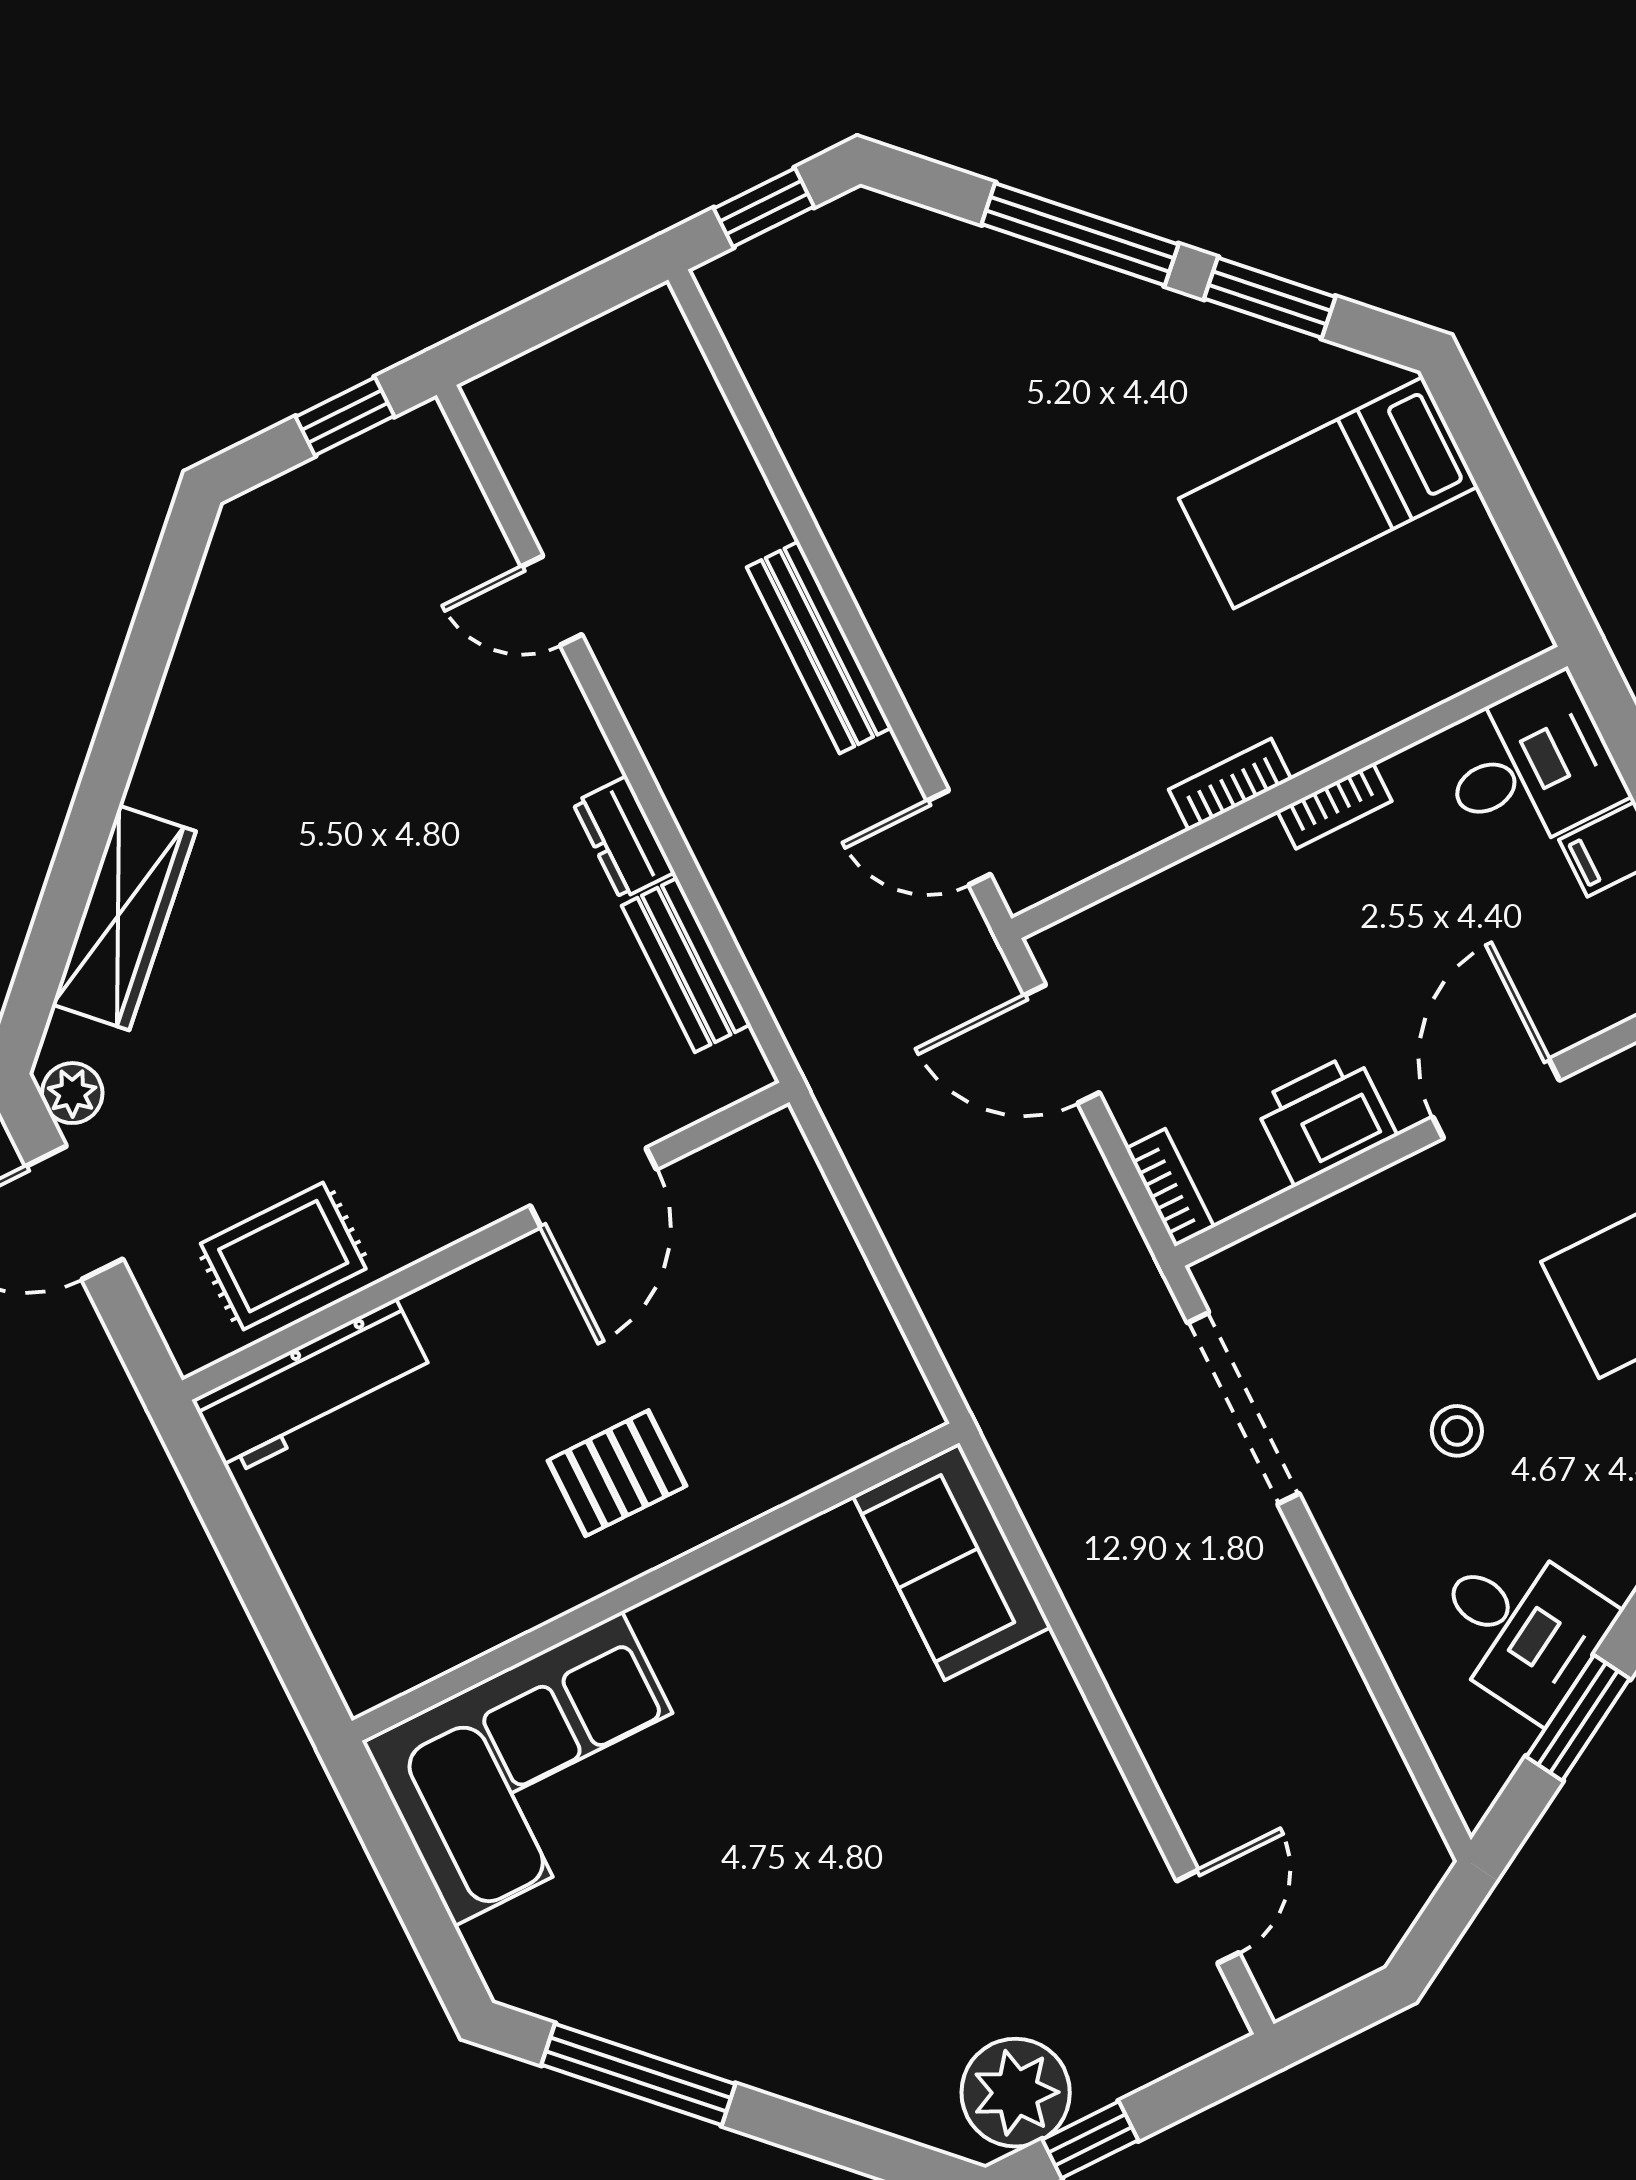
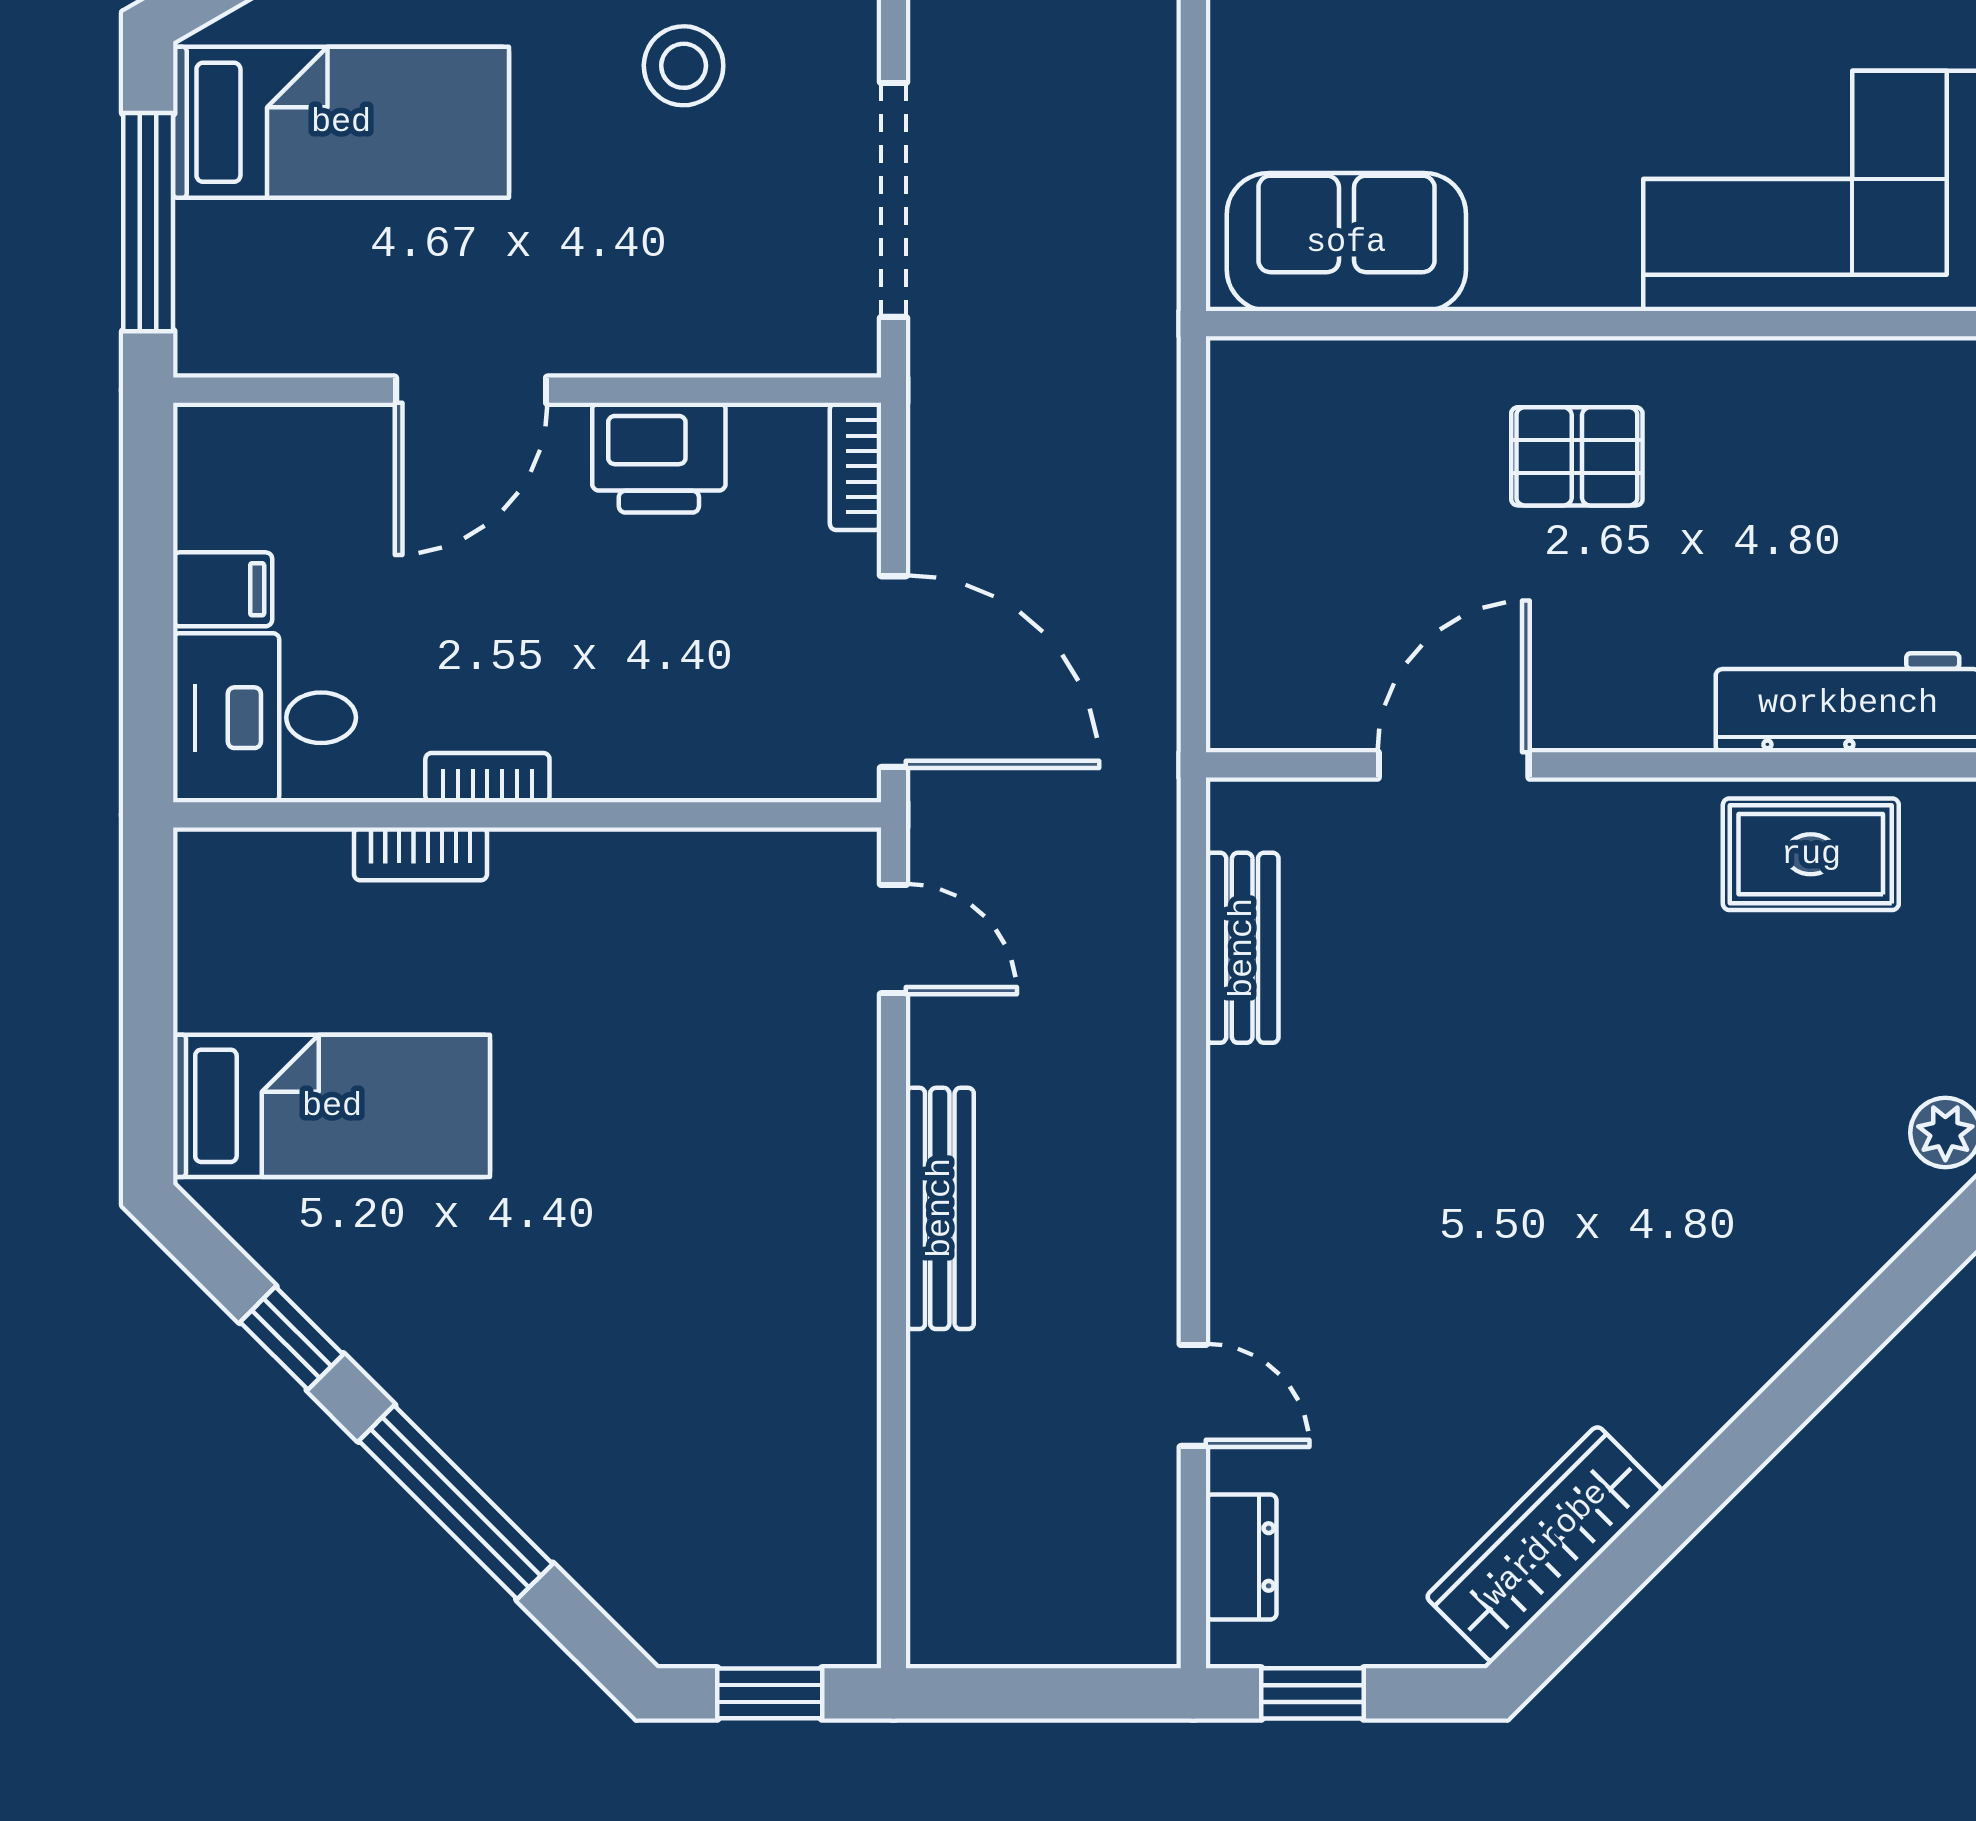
window: (1270, 298) -> (292, 1338), width x0.67
bookcase: (1230, 784) -> (420, 854), moved
dresser: (624, 838) -> (1241, 1557), moved
wardrobe: (124, 918) -> (1545, 1544), moved
door: (1062, 1044) -> (894, 672), width x1.36
stool: (1457, 1431) -> (684, 66), width x1.37, depth x1.37
sofa: (952, 1561) -> (1346, 242), moved, turned -90

